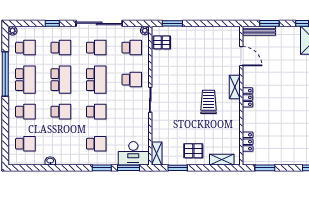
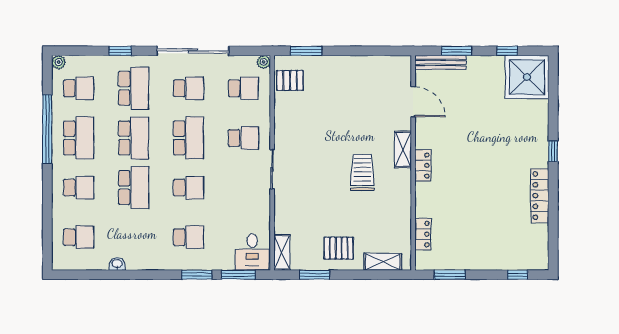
school desk: (61, 48) -> (134, 88), width x1.85
school desk: (61, 112) -> (134, 188), width x1.85
desk: (133, 153) -> (252, 252), width x0.73

